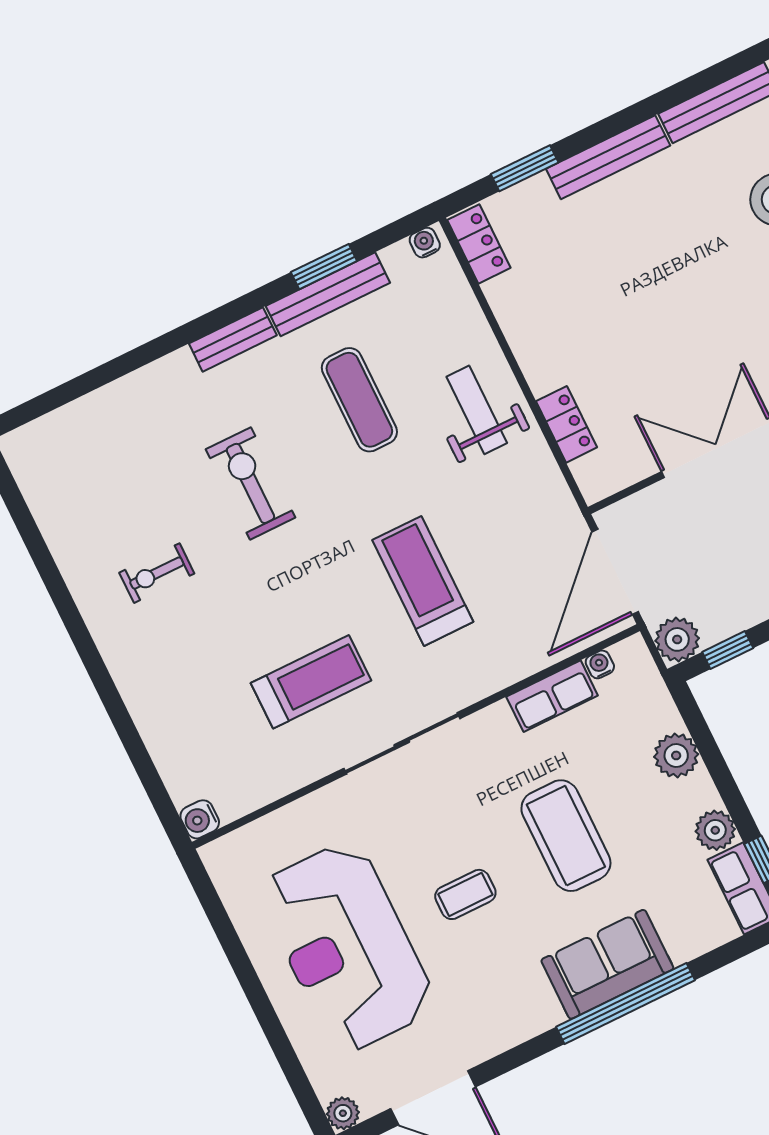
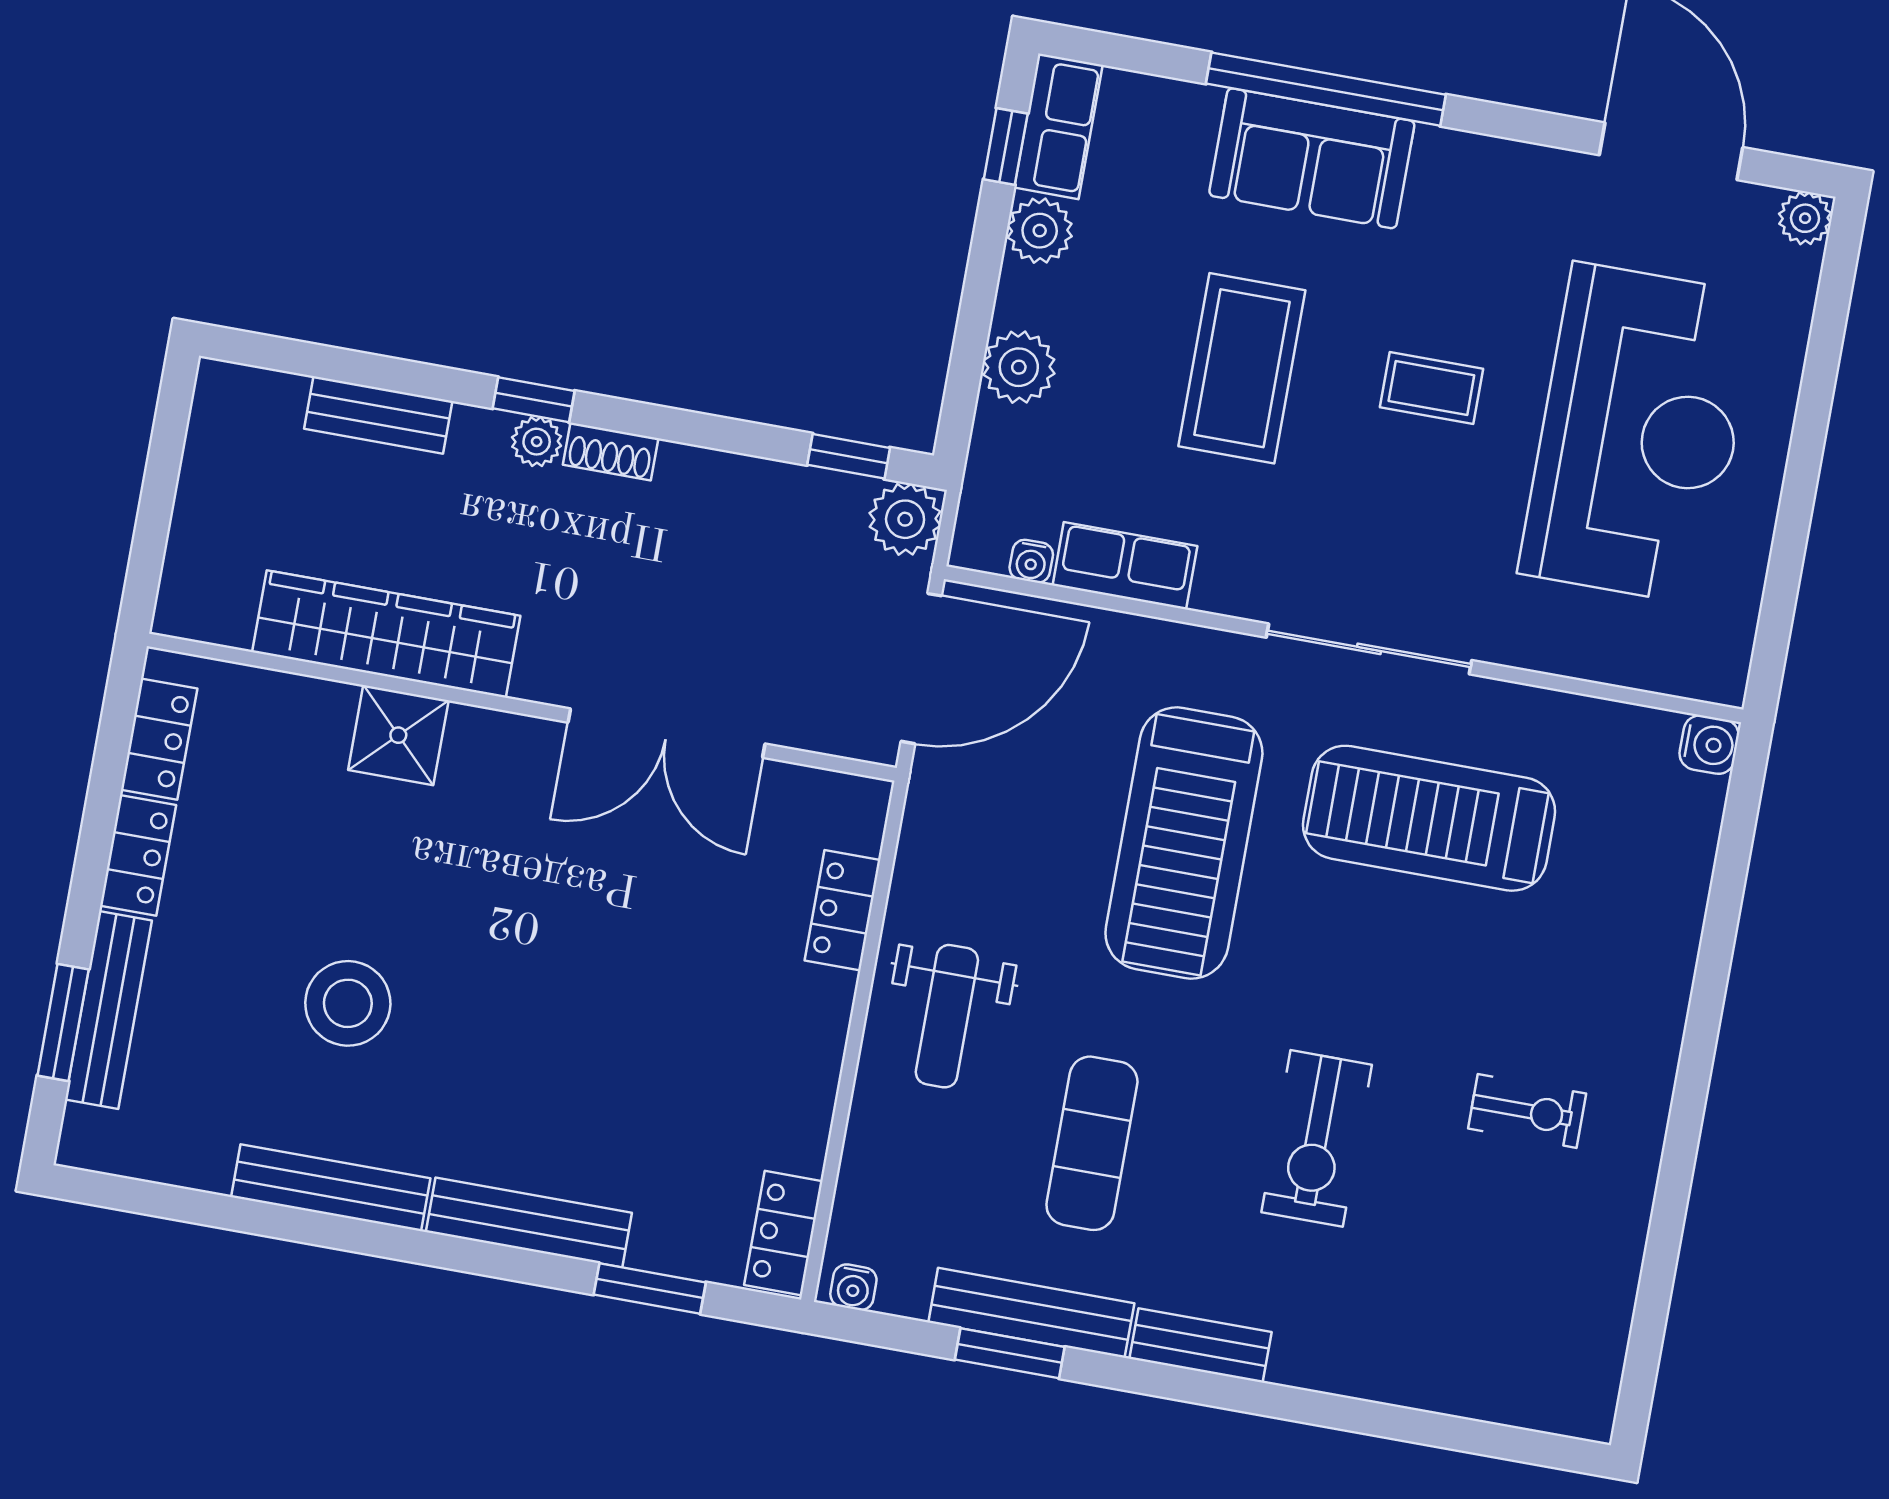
treadmill: (423, 581) -> (1184, 843), width x1.37, depth x1.38
treadmill: (311, 682) -> (1429, 818), width x1.37, depth x1.38

